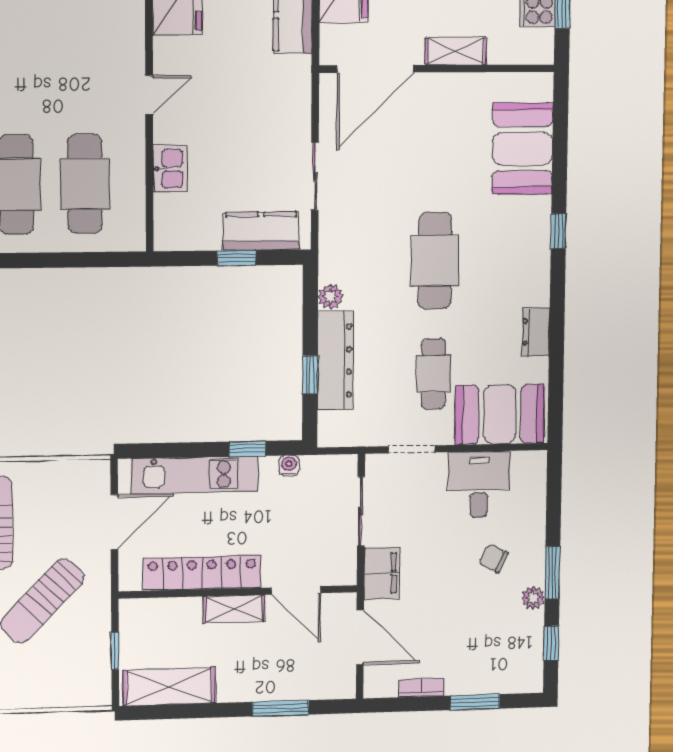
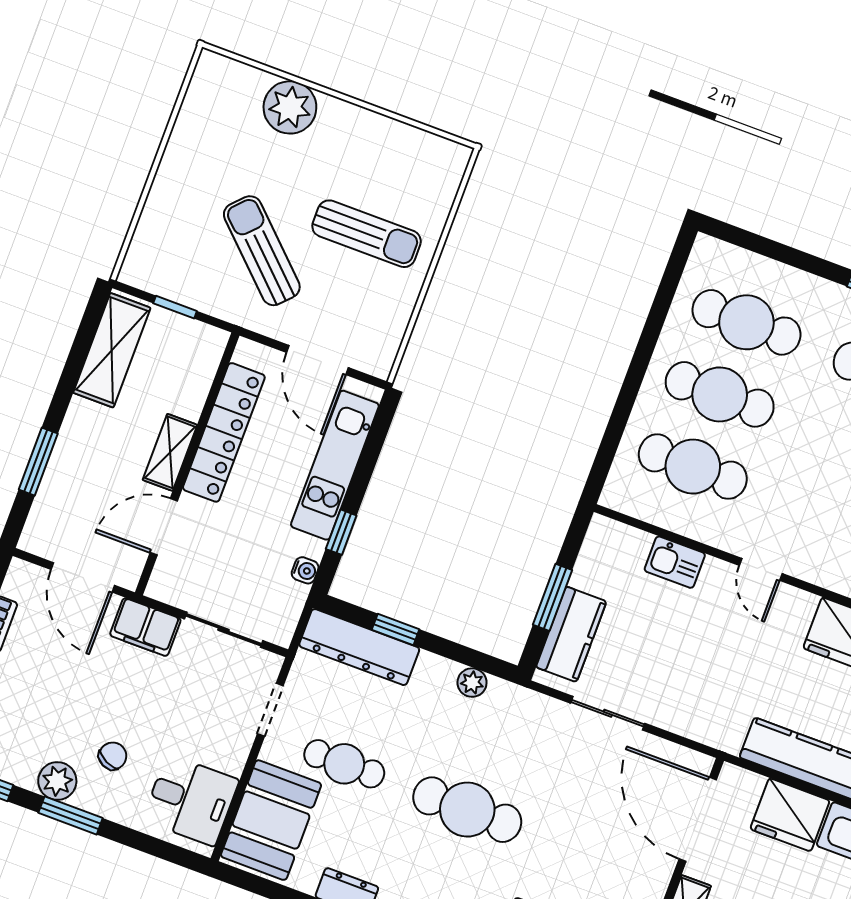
window: (237, 258) -> (553, 597), width x1.50
dresser: (335, 361) -> (359, 647), moved
desk: (479, 484) -> (191, 800), moved
plant: (533, 598) -> (57, 781), width x1.38, depth x1.38
door: (360, 637) -> (83, 577), hinge flipped

